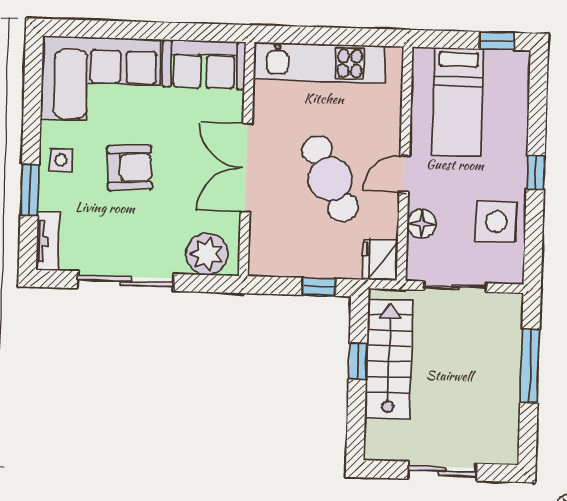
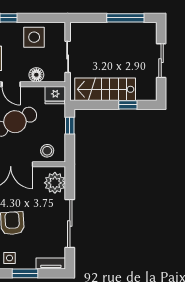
stool: (271, 241) -> (47, 151), added
window: (358, 361) -> (128, 105), moved
window: (530, 366) -> (125, 18), moved

